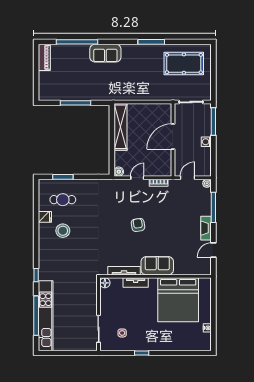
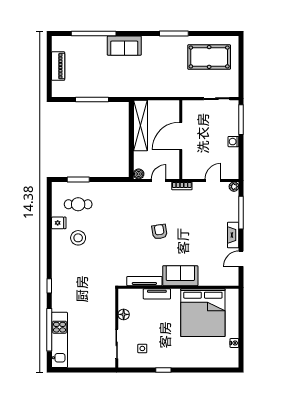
piano: (44, 57) -> (58, 66), moved
door: (173, 136) -> (181, 136), moved
wall: (173, 140) -> (181, 140), moved
floor lamp: (105, 283) -> (124, 314), moved
kitchen unit: (46, 316) -> (59, 340), width x0.73

